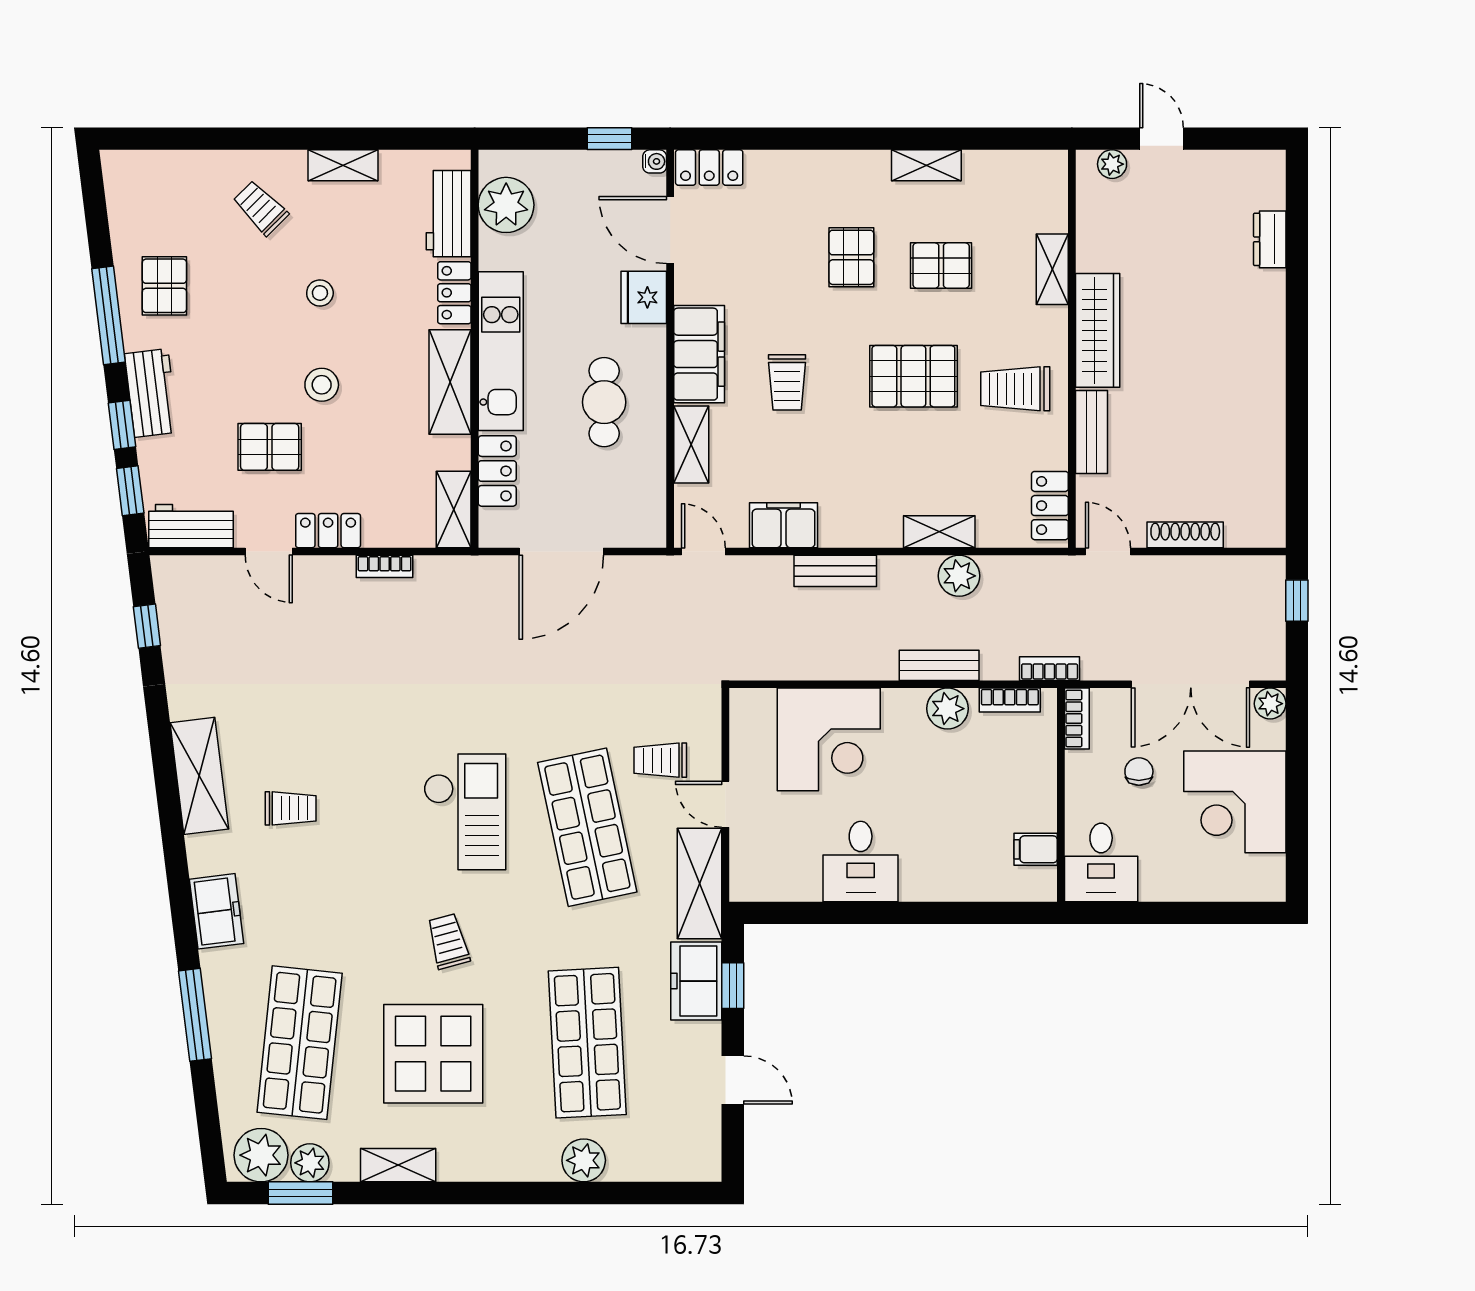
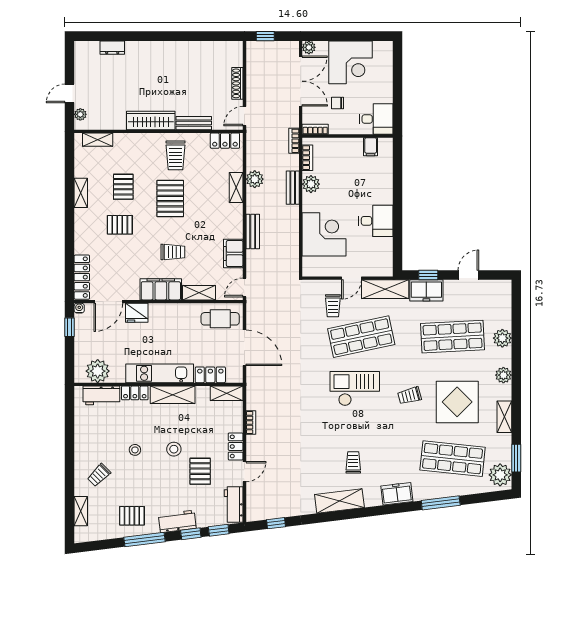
shelving: (343, 165) -> (81, 511), moved
locker: (709, 168) -> (82, 277), width x1.53
shelving: (1052, 269) -> (98, 140), moved
cafe table: (604, 402) -> (220, 319), moved
plant: (310, 1163) -> (503, 375), moved

